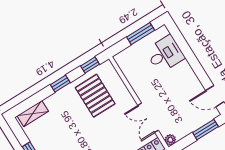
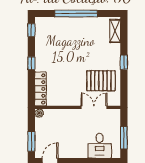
window: (90, 65) -> (124, 90), removed
double door: (148, 118) -> (94, 107), moved

